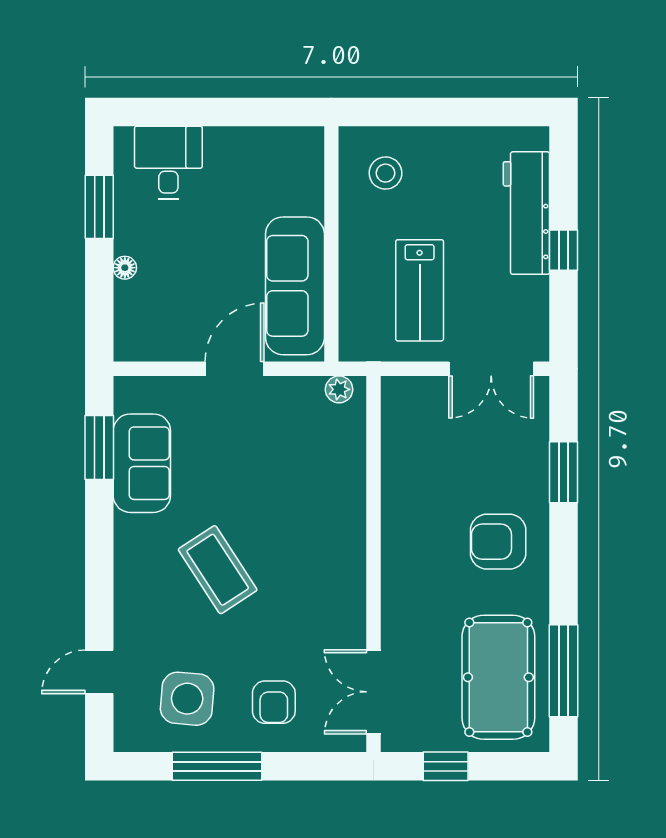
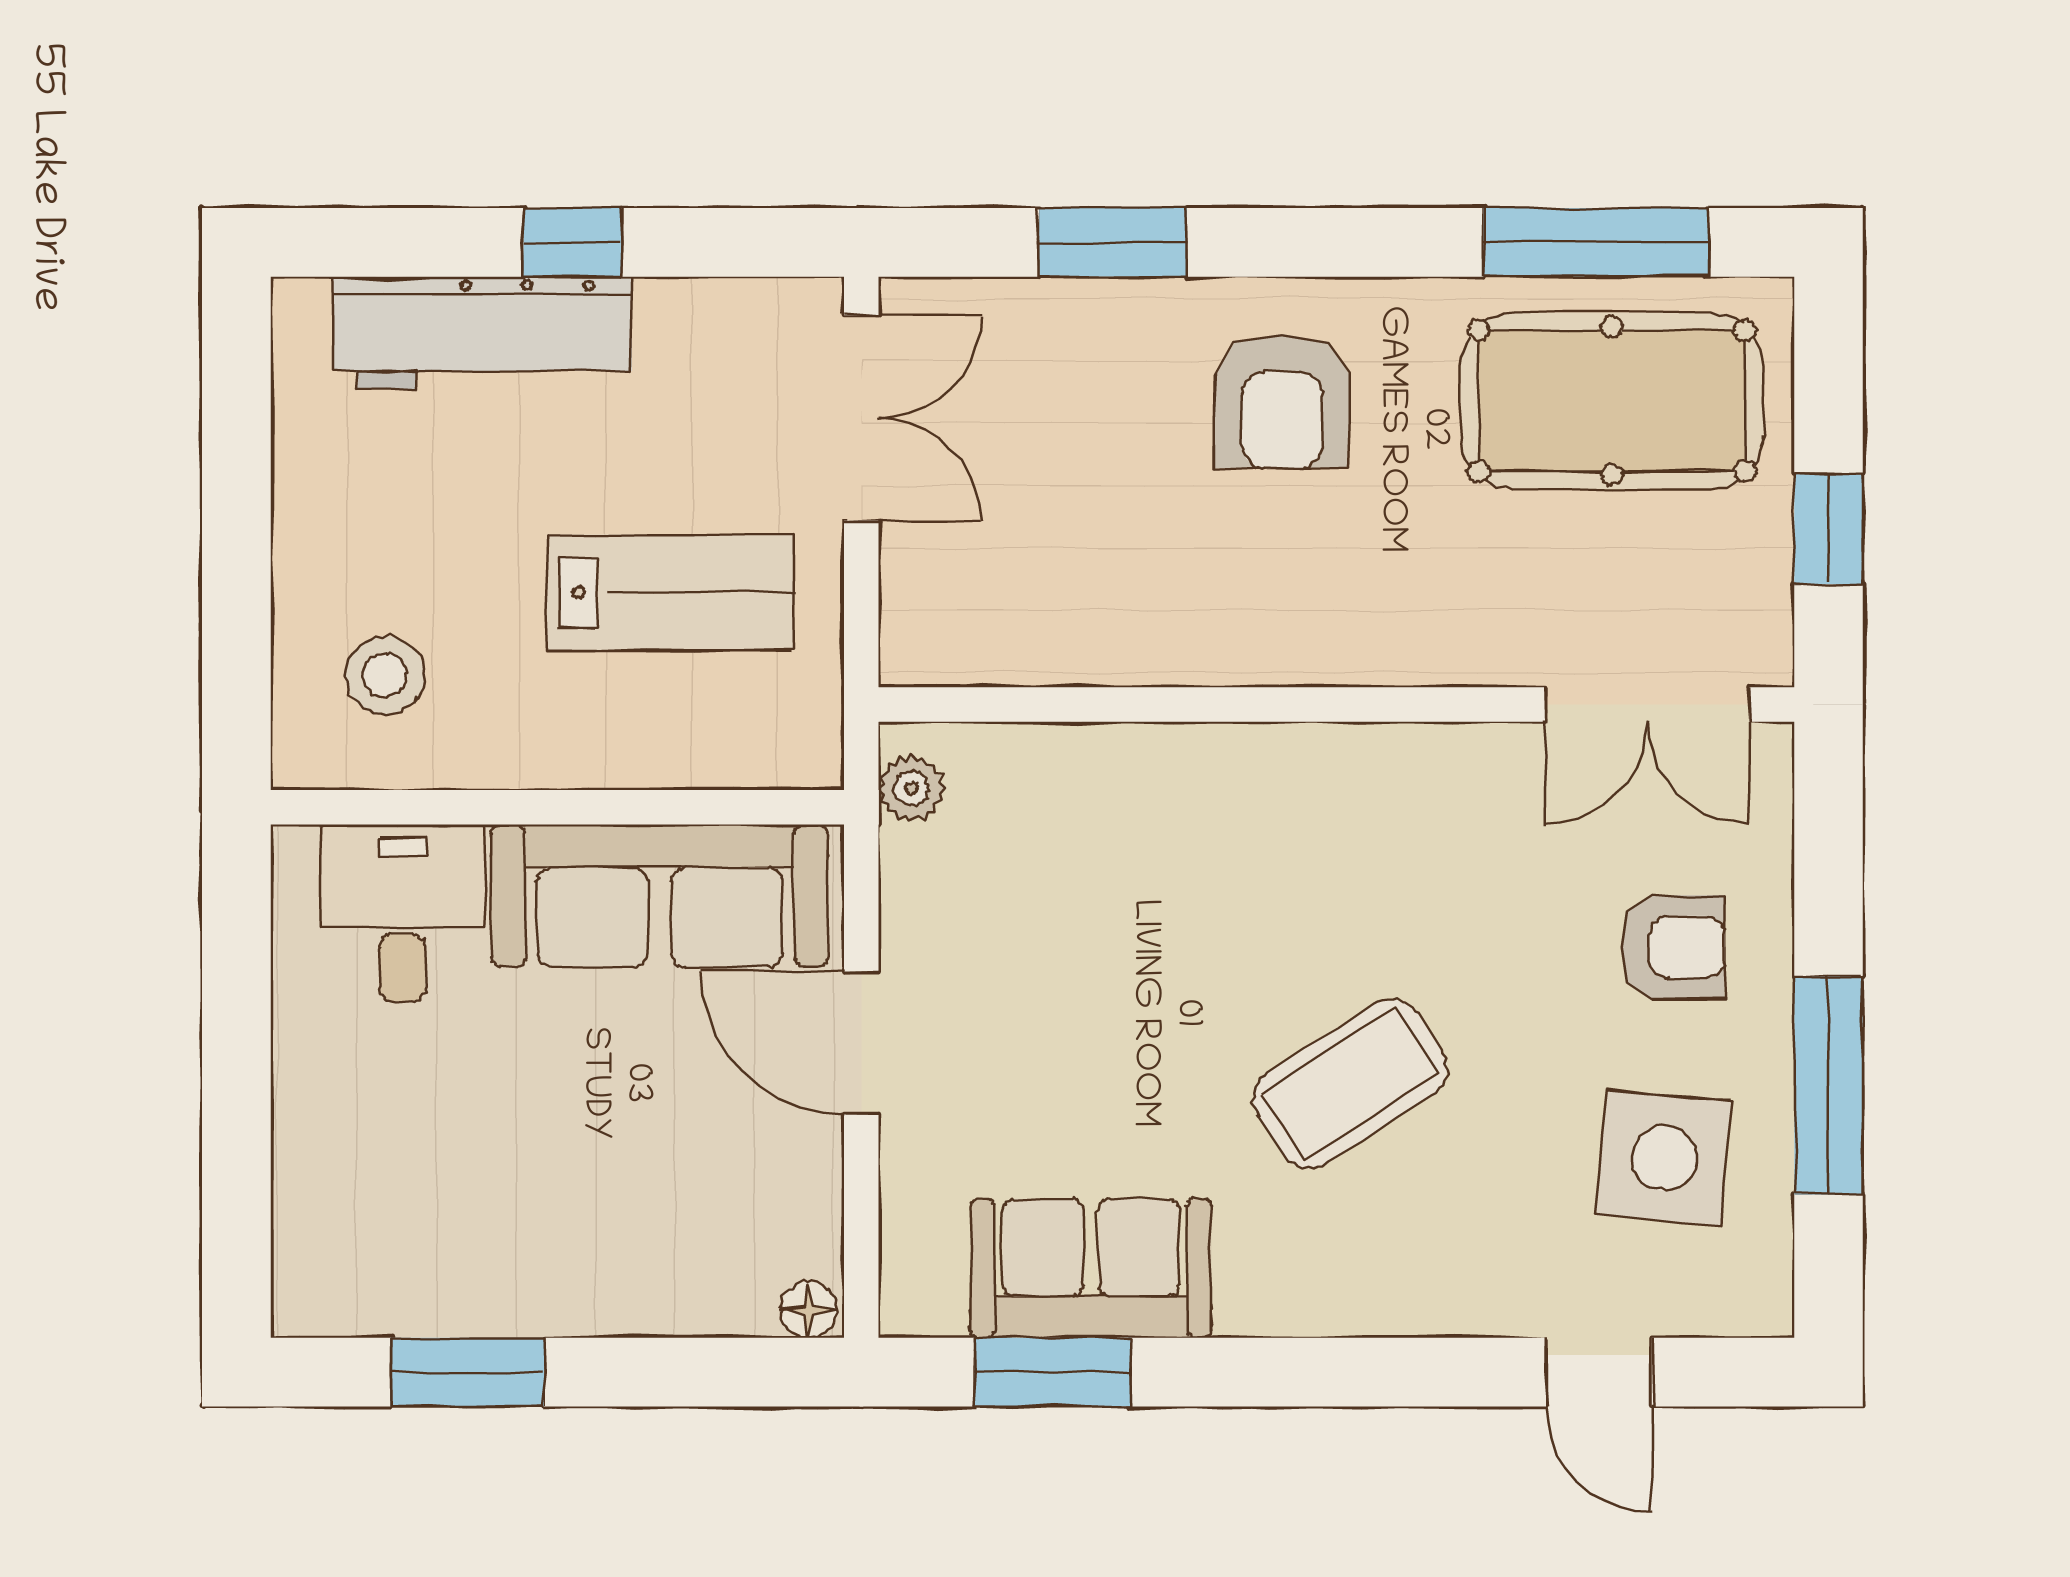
desk: (168, 162) -> (402, 913), moved, turned 90
floor lamp: (125, 268) -> (809, 1310), moved

